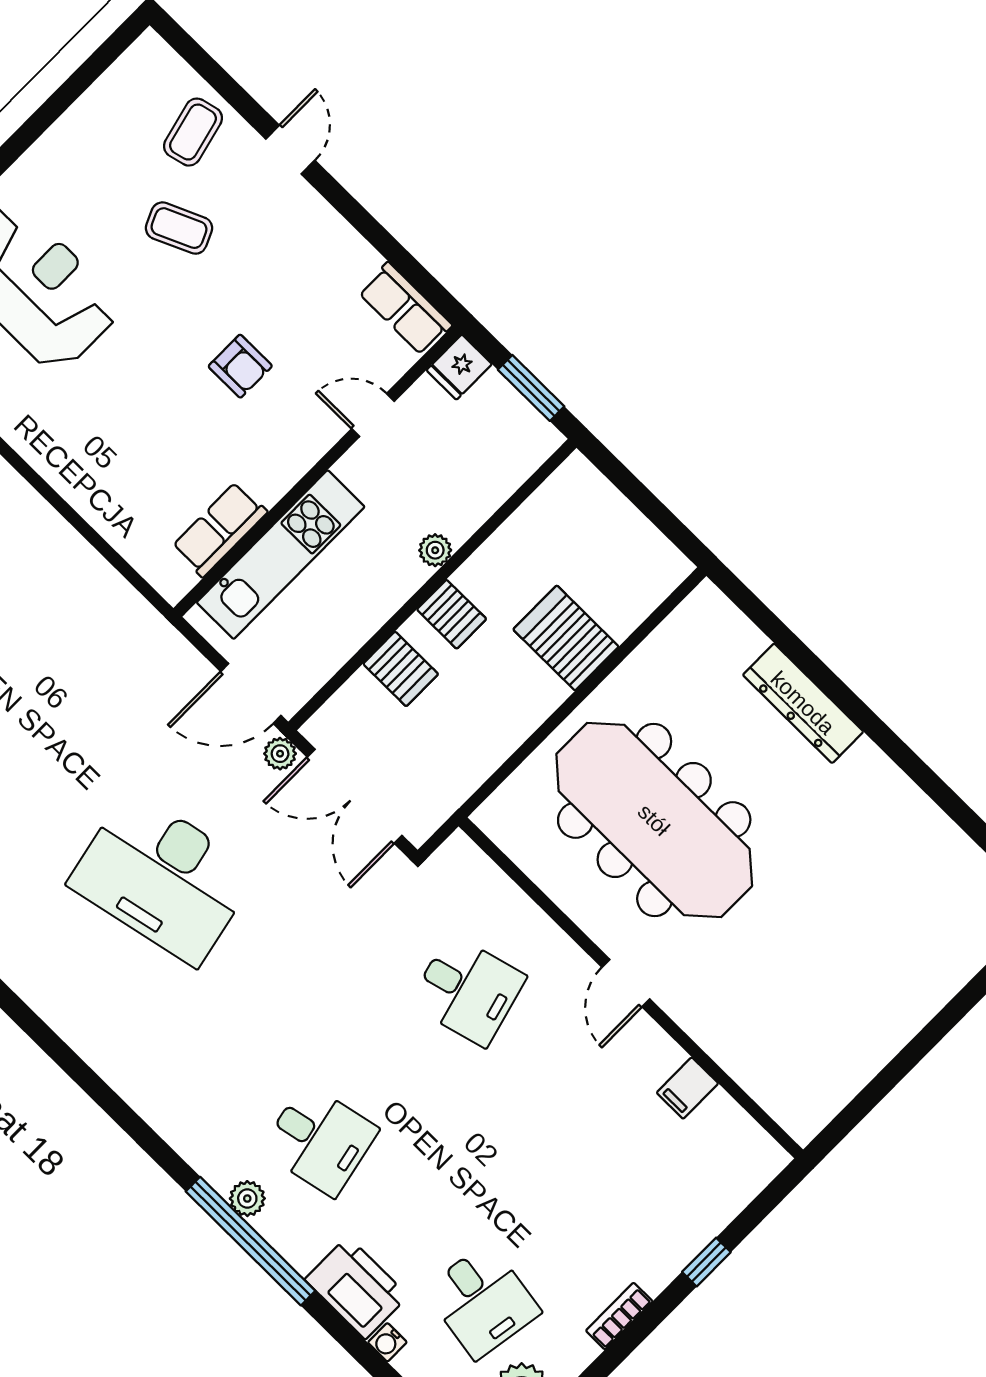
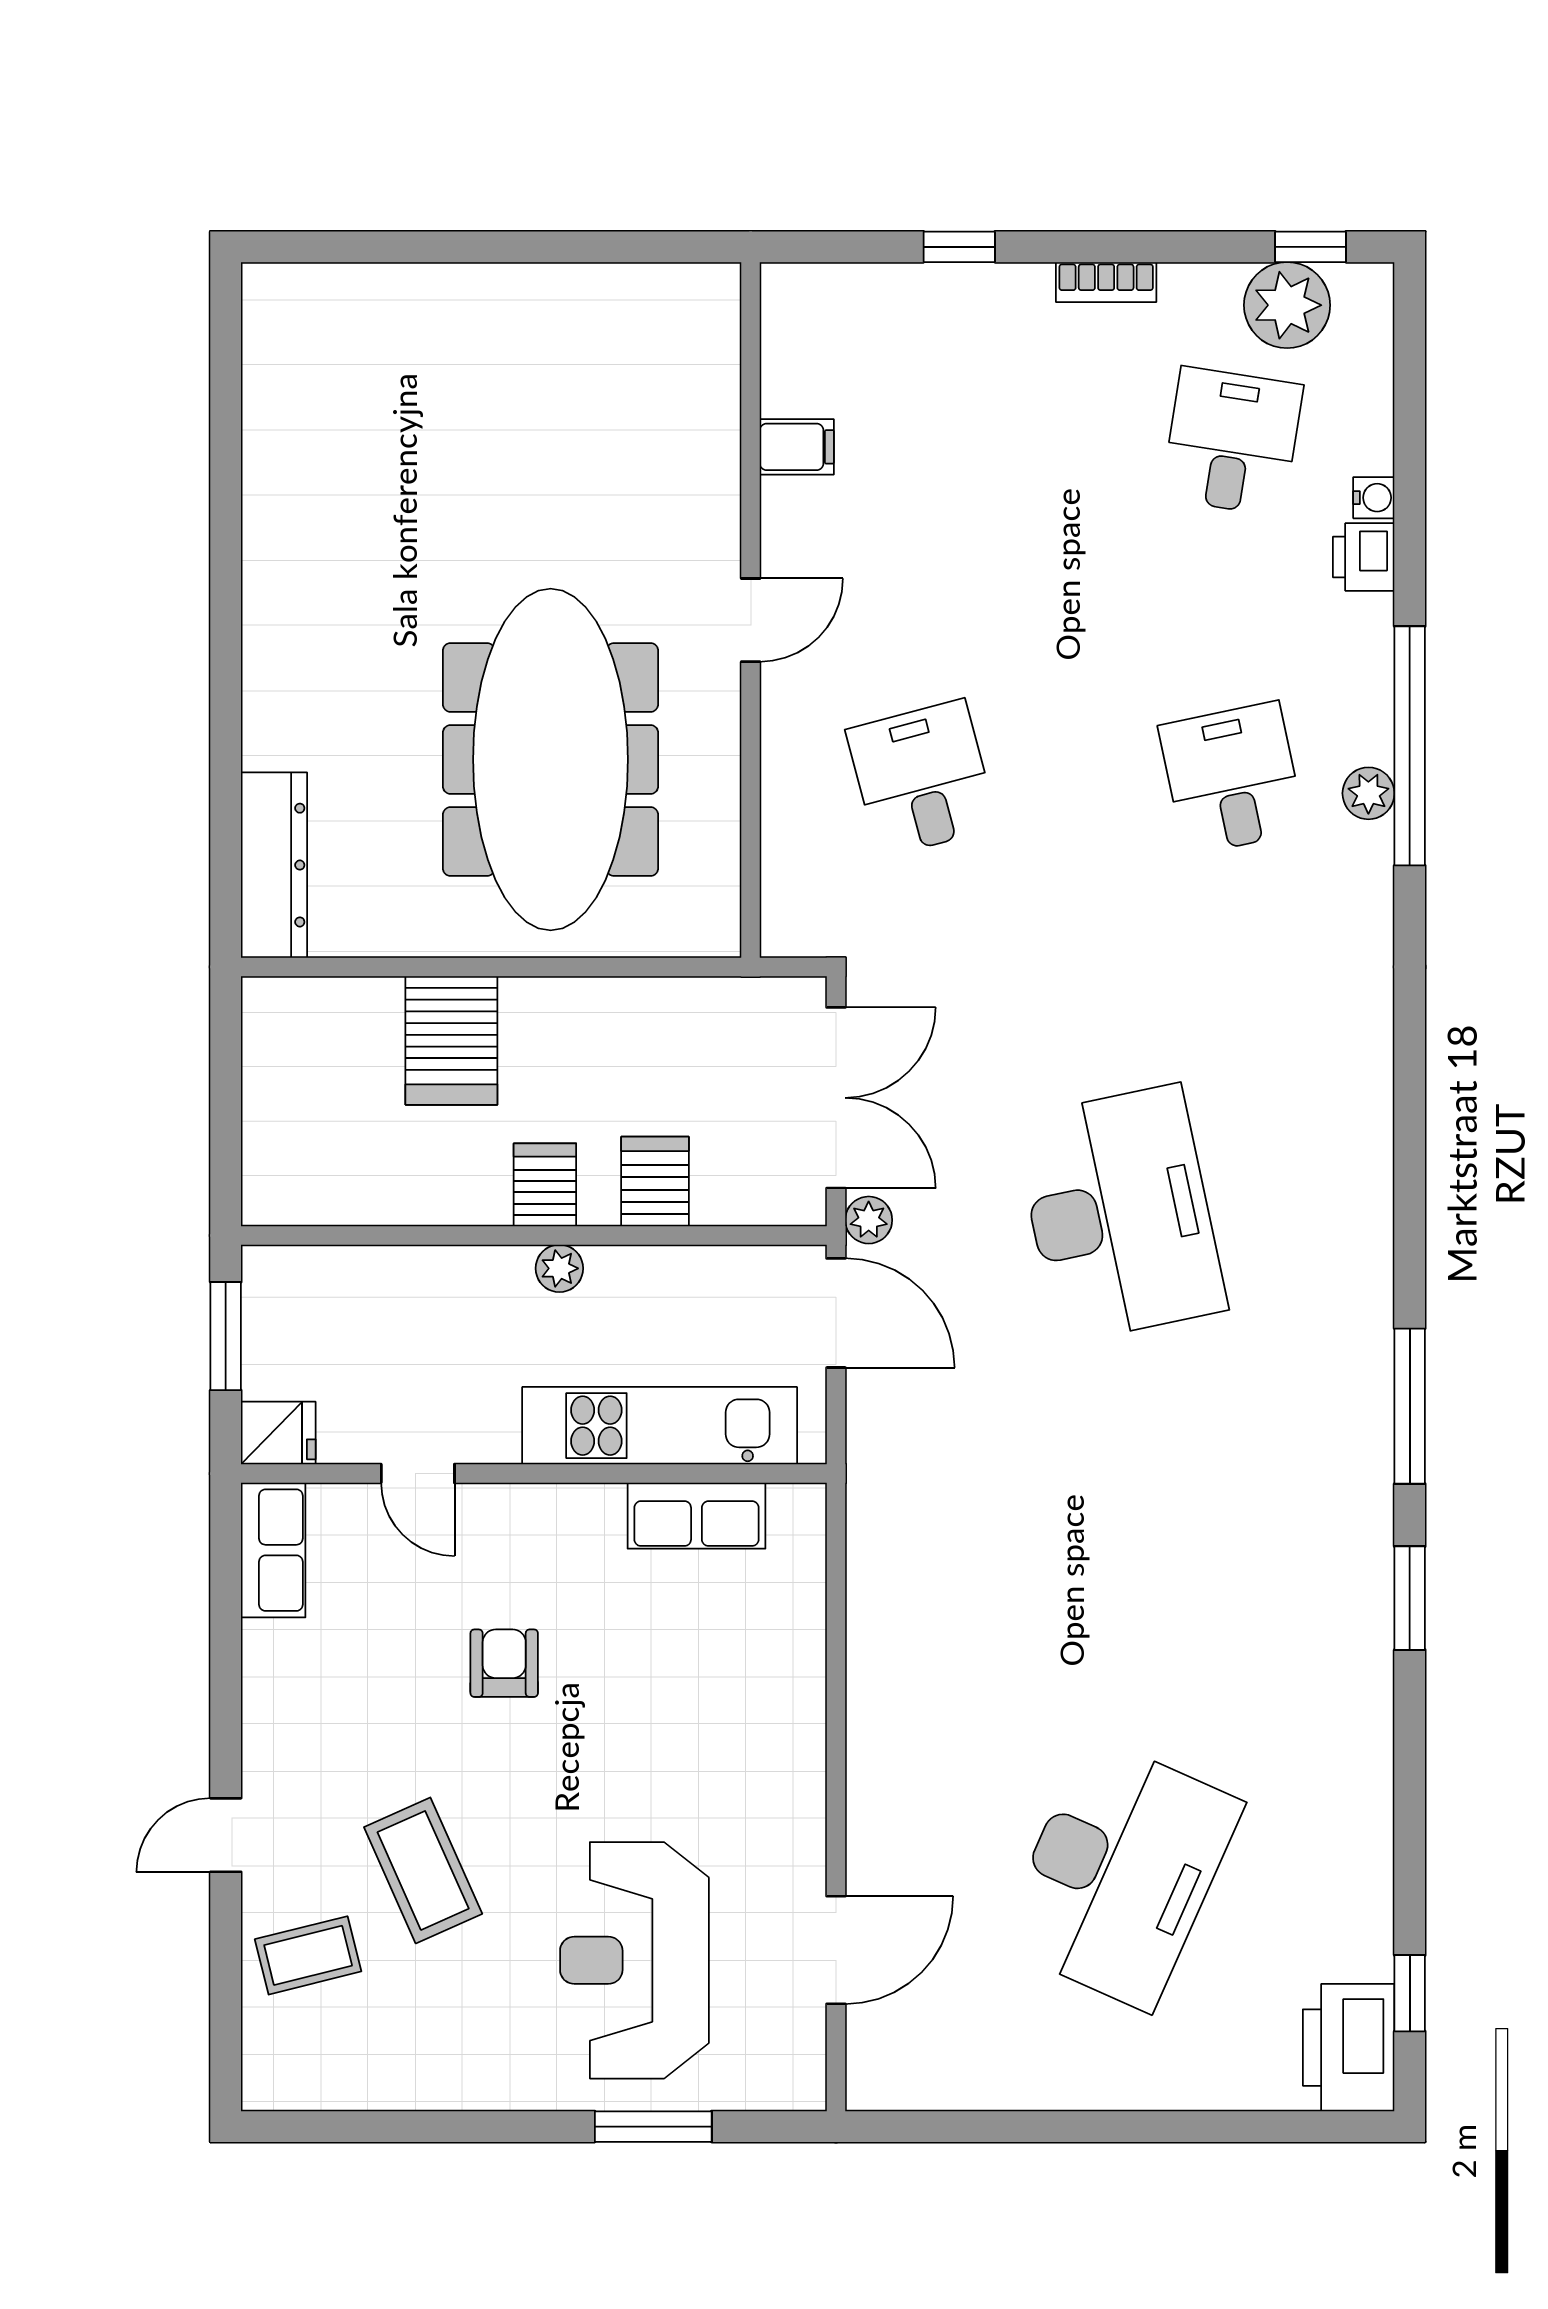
coffee table: (179, 228) -> (423, 1870), width x1.36, depth x1.30
plant: (435, 550) -> (559, 1268), moved
dresser: (803, 703) -> (274, 865), moved
printer: (356, 1288) -> (1364, 557), width x0.53, depth x0.68

